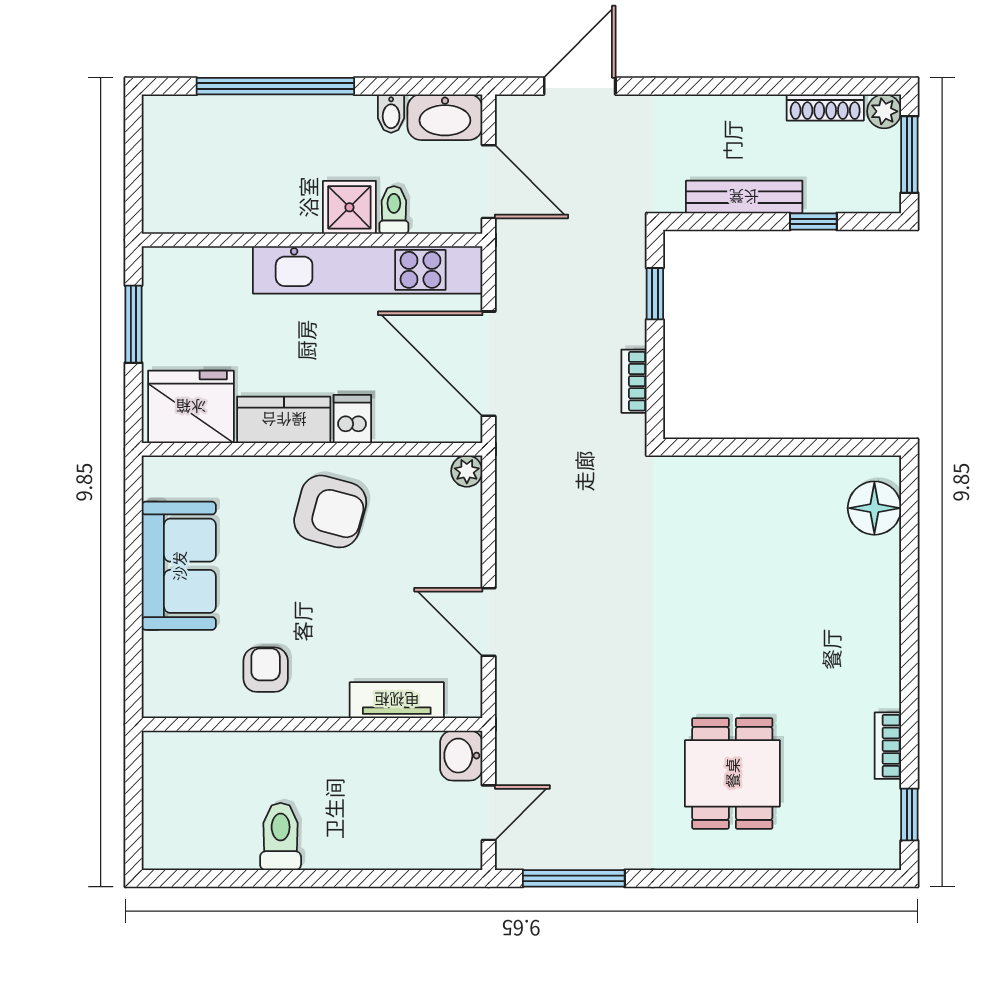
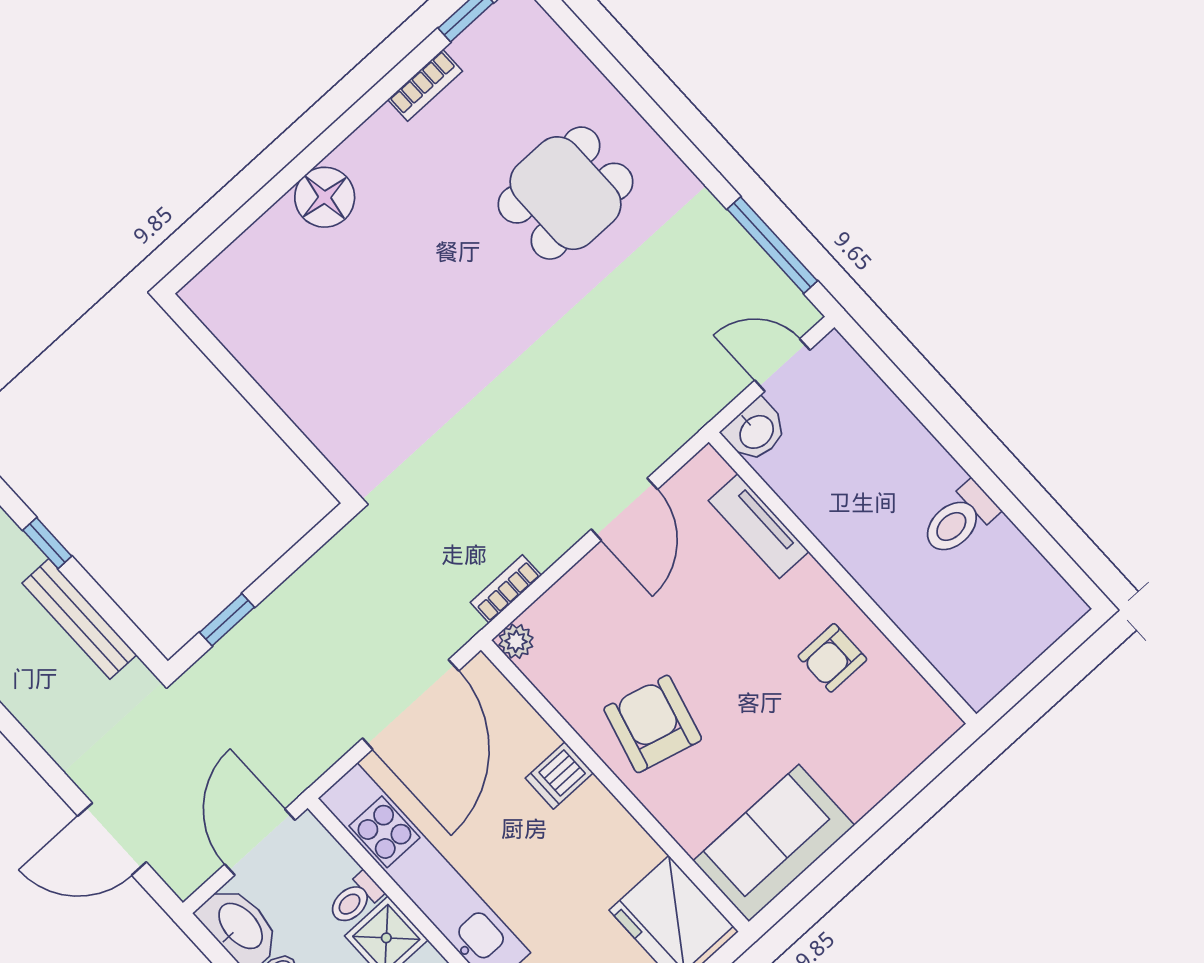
bookcase: (634, 381) -> (506, 589), moved, turned 180
kitchen counter: (284, 420) -> (612, 832), removed
floor lamp: (874, 508) -> (325, 197), moved
sofa: (179, 566) -> (774, 843), moved

